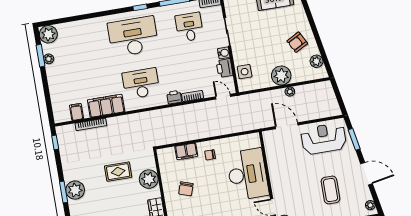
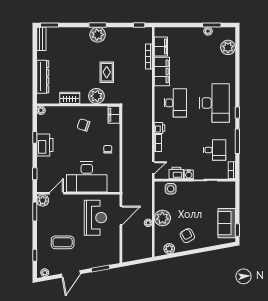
plant: (48, 34) -> (228, 47), moved
filing cabinet: (76, 112) -> (161, 46), width x2.00
reception desk: (324, 139) -> (95, 218), moved
filing cabinet: (186, 151) -> (114, 115), moved

